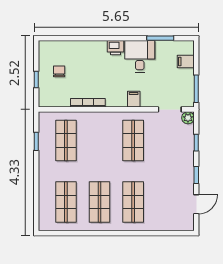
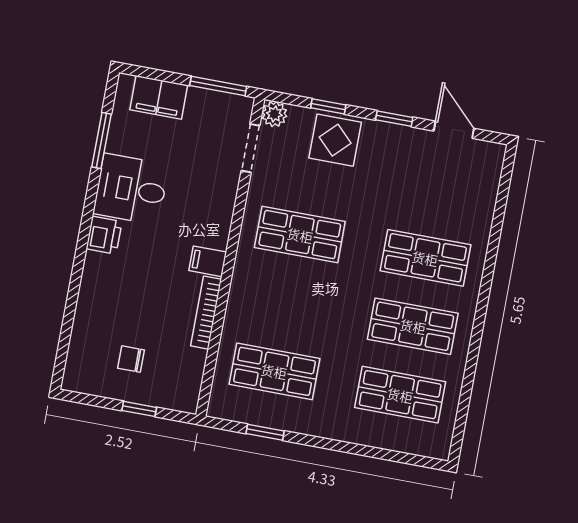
filing cabinet: (186, 62) -> (159, 97), width x2.00
filing cabinet: (134, 99) -> (208, 261), moved
display table: (181, 149) -> (335, 140), added

